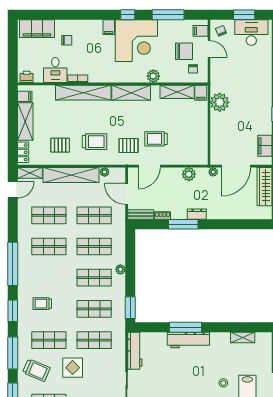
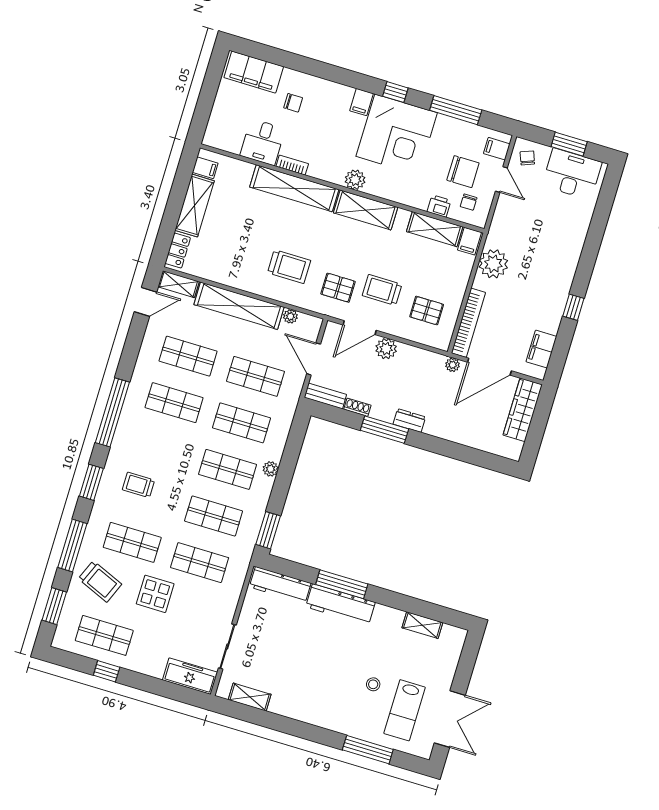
plant: (153, 76) -> (355, 180), moved
printer: (27, 77) -> (439, 206), moved
bookcase: (215, 143) -> (468, 323), added
pallet: (60, 145) -> (427, 311), moved
plant: (189, 174) -> (386, 349), moved
workbench: (135, 351) -> (280, 585), moved, turned 90

